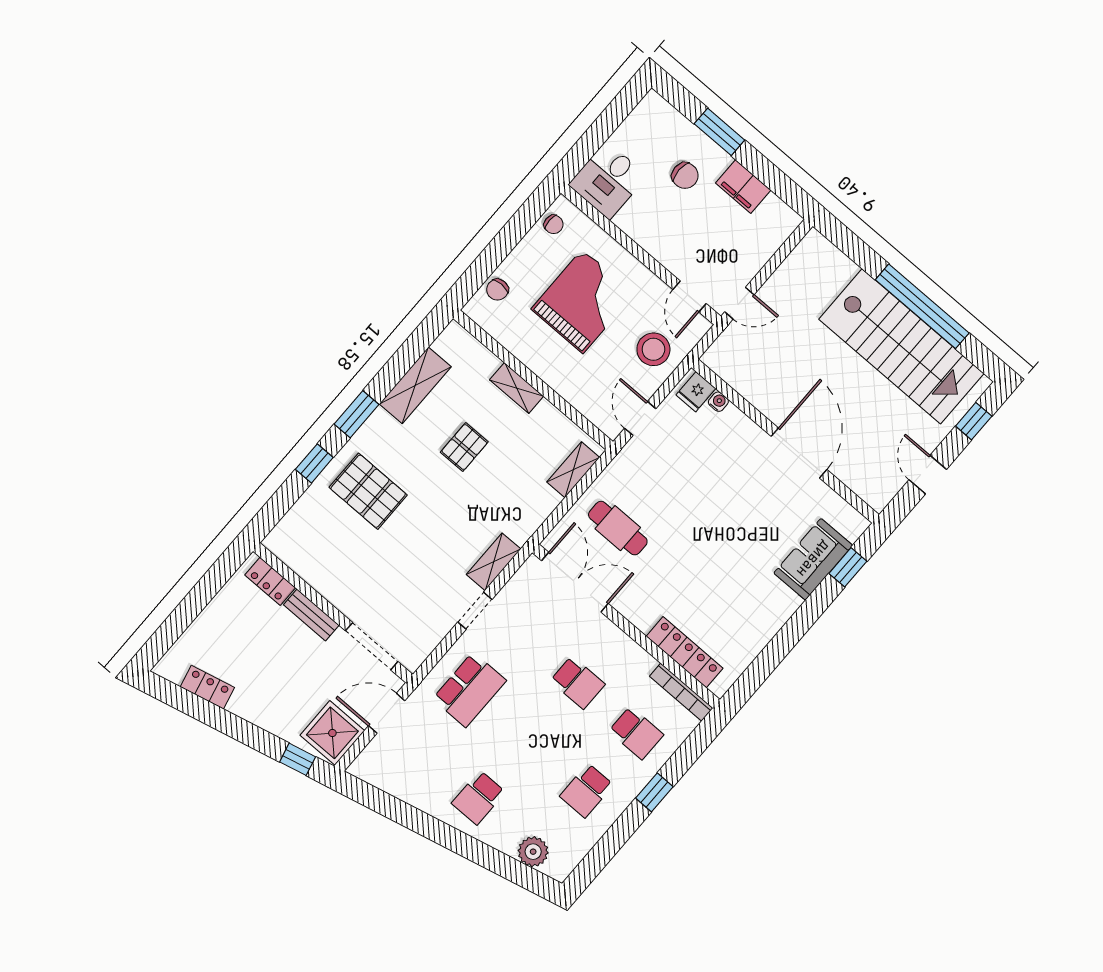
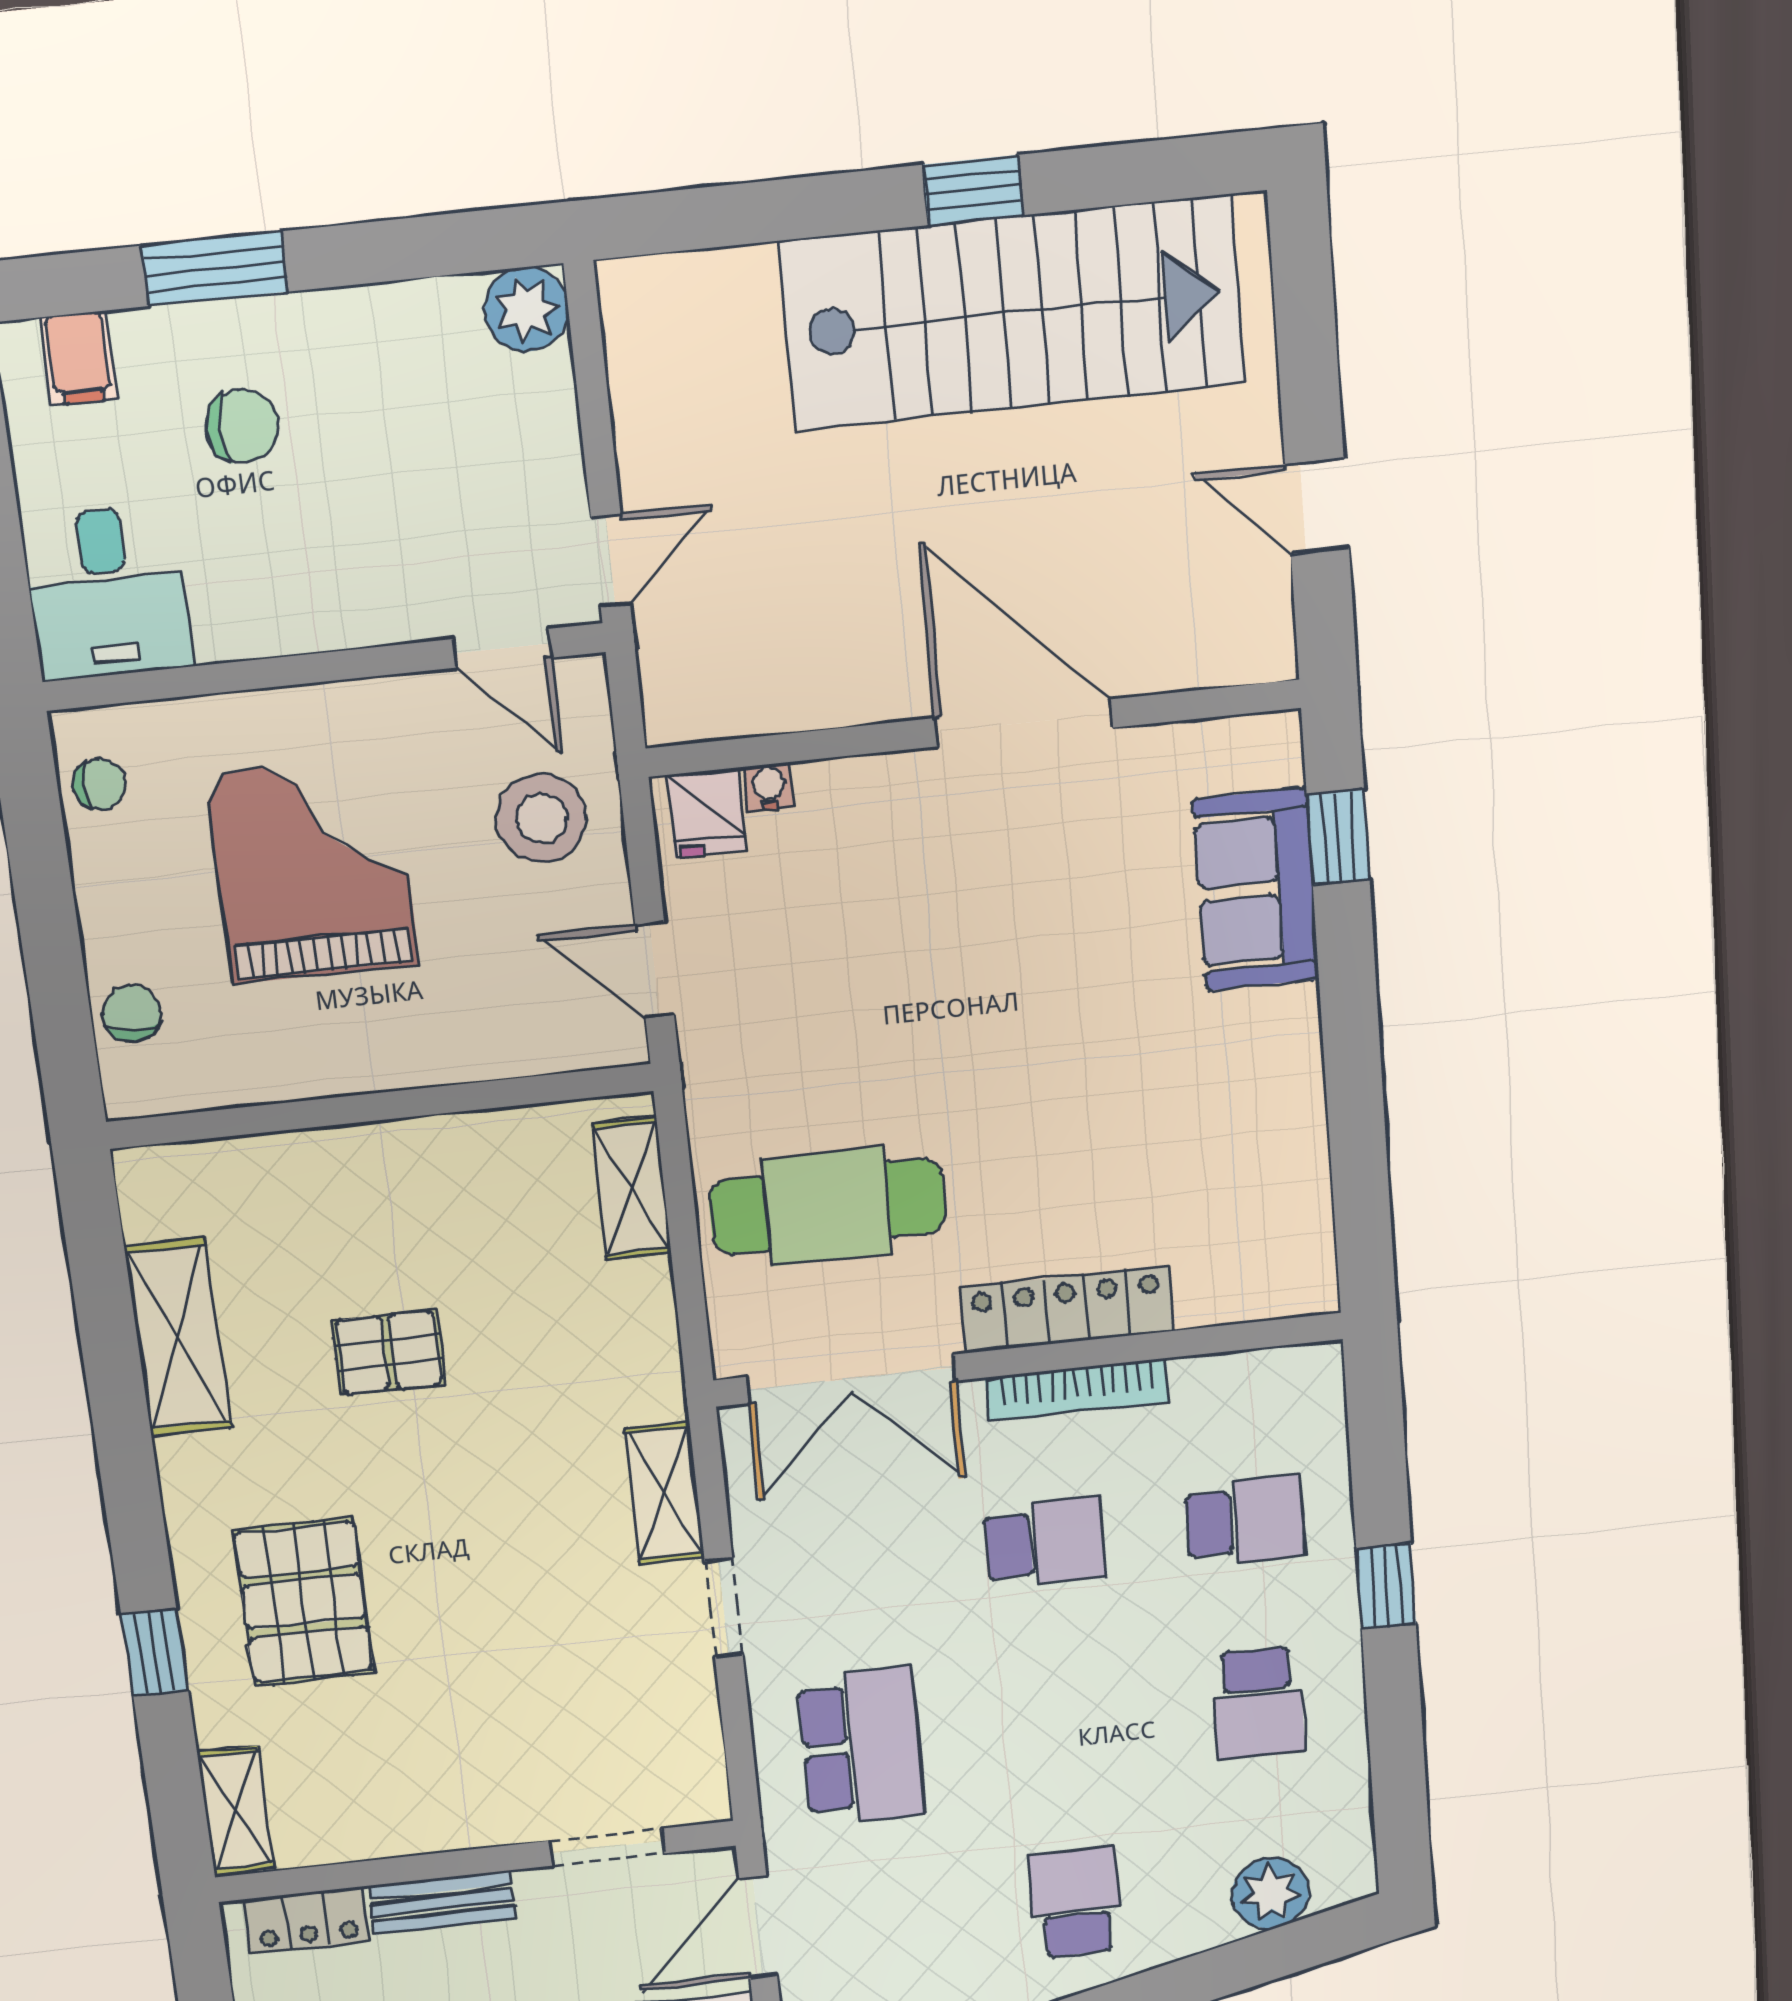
filing cabinet: (743, 187) -> (78, 358), moved, width x0.50
plant: (784, 221) -> (526, 309), added
chair: (497, 290) -> (132, 1013), turned 180
window: (922, 306) -> (973, 190), width x0.32
shelving: (517, 388) -> (236, 1810), moved, turned 90
window: (357, 414) -> (132, 1495), removed
window: (974, 421) -> (1305, 309), removed
pallet: (464, 447) -> (389, 1352), turned 90
pallet: (368, 491) -> (304, 1602), turned 90
cafe table: (618, 528) -> (827, 1206), width x1.37, depth x1.35
double door: (575, 582) -> (851, 1379), swing flipped
doorway: (372, 646) -> (607, 1847), width x0.73
locker: (685, 652) -> (1067, 1309), moved
bookcase: (681, 692) -> (1077, 1390), moved
school desk: (478, 798) -> (1075, 1902), turned 180

